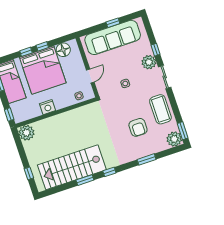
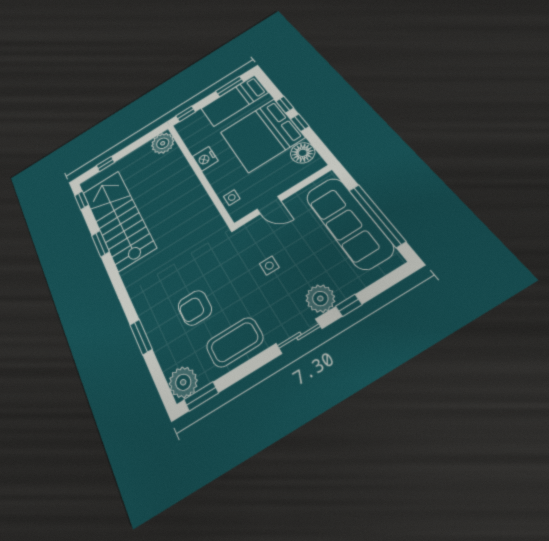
window: (113, 23) -> (377, 215), width x3.17
window: (109, 172) -> (82, 200), moved

